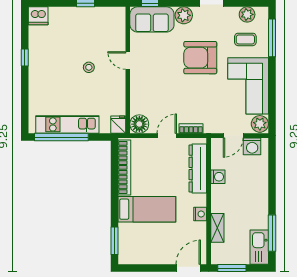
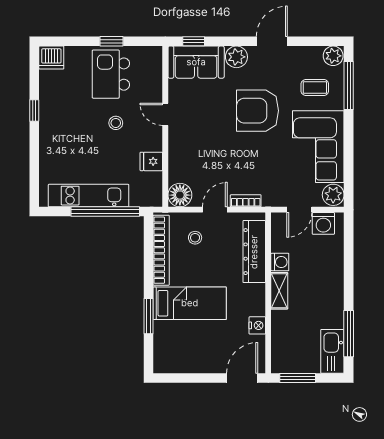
plant: (247, 14) -> (333, 56), moved
kitchen island: (85, 29) -> (111, 74), added
fridge: (118, 125) -> (151, 161), moved, turned -90
window: (61, 137) -> (105, 212), moved
stool: (151, 158) -> (195, 238), added
nightstand: (200, 214) -> (257, 325), moved
shelving: (217, 228) -> (279, 291), moved
window: (114, 241) -> (148, 316), moved

